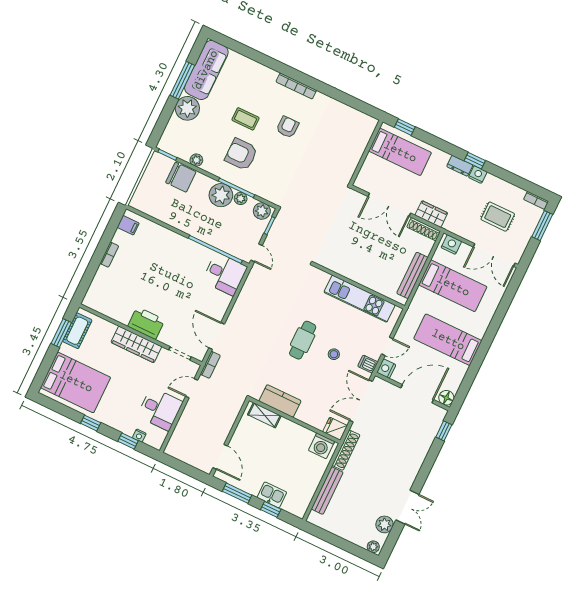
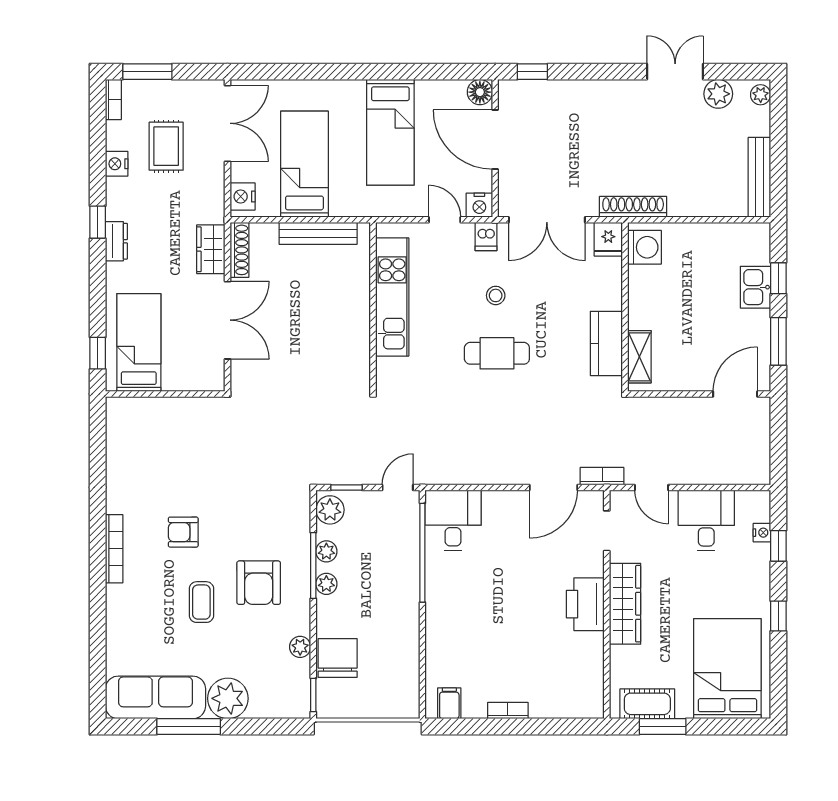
nightstand: (478, 175) -> (117, 164), moved
plant: (221, 195) -> (326, 584), width x0.53, depth x0.53
bench: (327, 491) -> (759, 177), moved, turned 90

